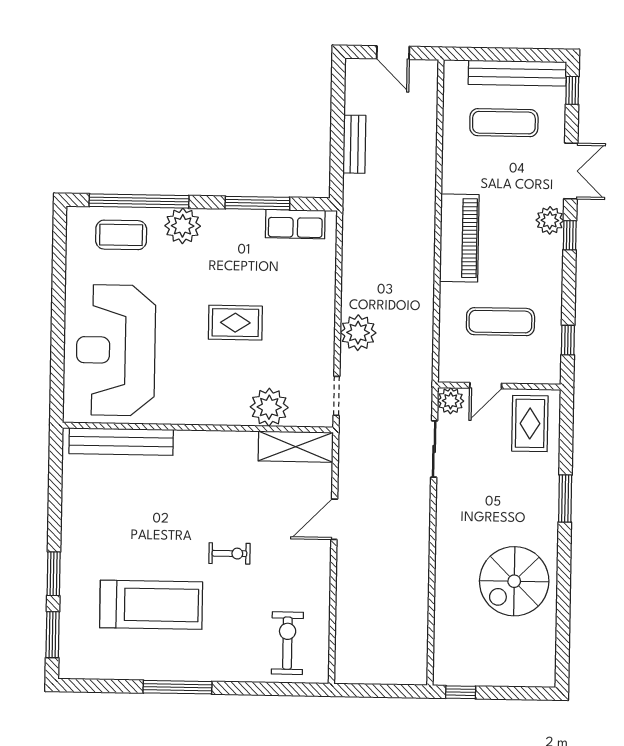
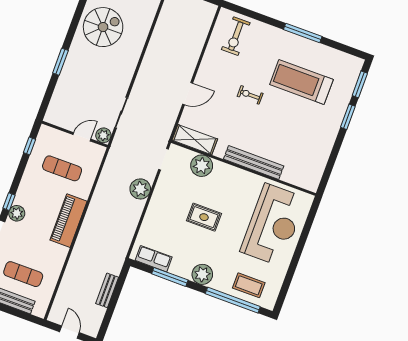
plant: (183, 226) -> (202, 274), moved
rug: (530, 423) -> (65, 108), removed
bench: (121, 442) -> (254, 162), moved

